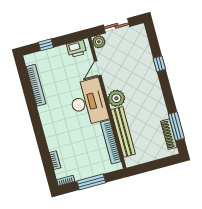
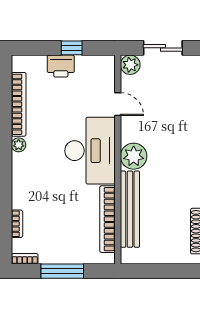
window: (46, 45) -> (72, 48), moved
printer: (77, 49) -> (61, 66), moved
door: (98, 68) -> (118, 104), swing flipped
plant: (43, 111) -> (19, 145), added

